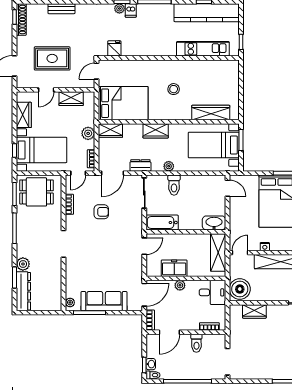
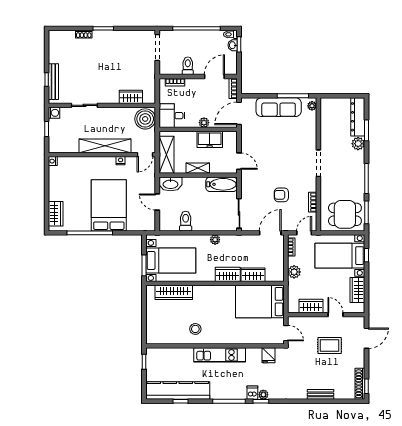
kitchen unit: (203, 49) -> (220, 355), moved
rug: (52, 58) -> (330, 346), width x0.73, depth x0.70
door: (97, 71) -> (286, 333), hinge flipped
stool: (174, 89) -> (195, 329), moved
door: (46, 90) -> (335, 315), hinge flipped
wardrobe: (110, 131) -> (253, 275), moved
dresser: (140, 165) -> (243, 240), removed
toilet: (174, 185) -> (186, 221), moved
door: (228, 188) -> (157, 202), moved
shelving: (186, 239) -> (198, 168), added
door: (144, 246) -> (239, 161), swing flipped

